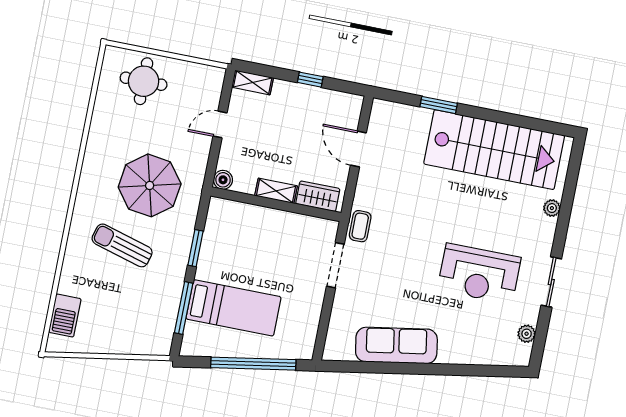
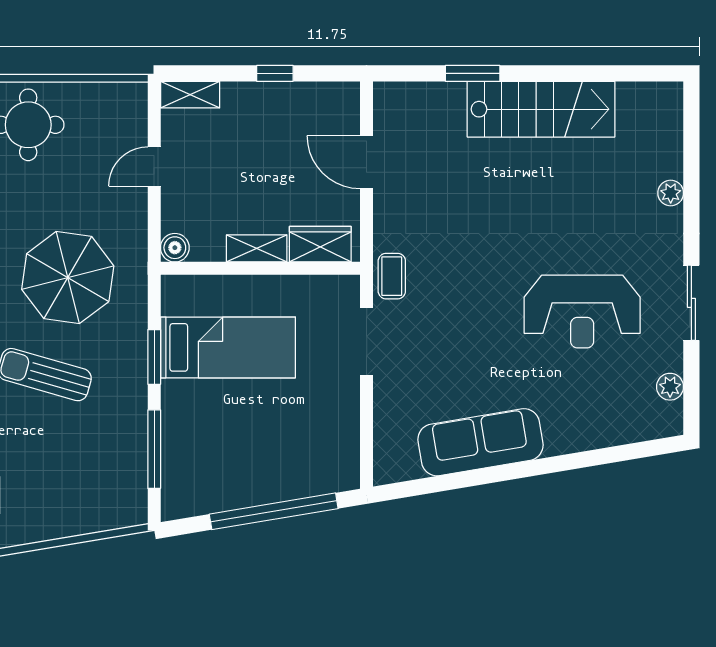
stairs: (494, 150) -> (541, 109), width x0.73, depth x0.66
bed: (233, 308) -> (228, 347), moved

